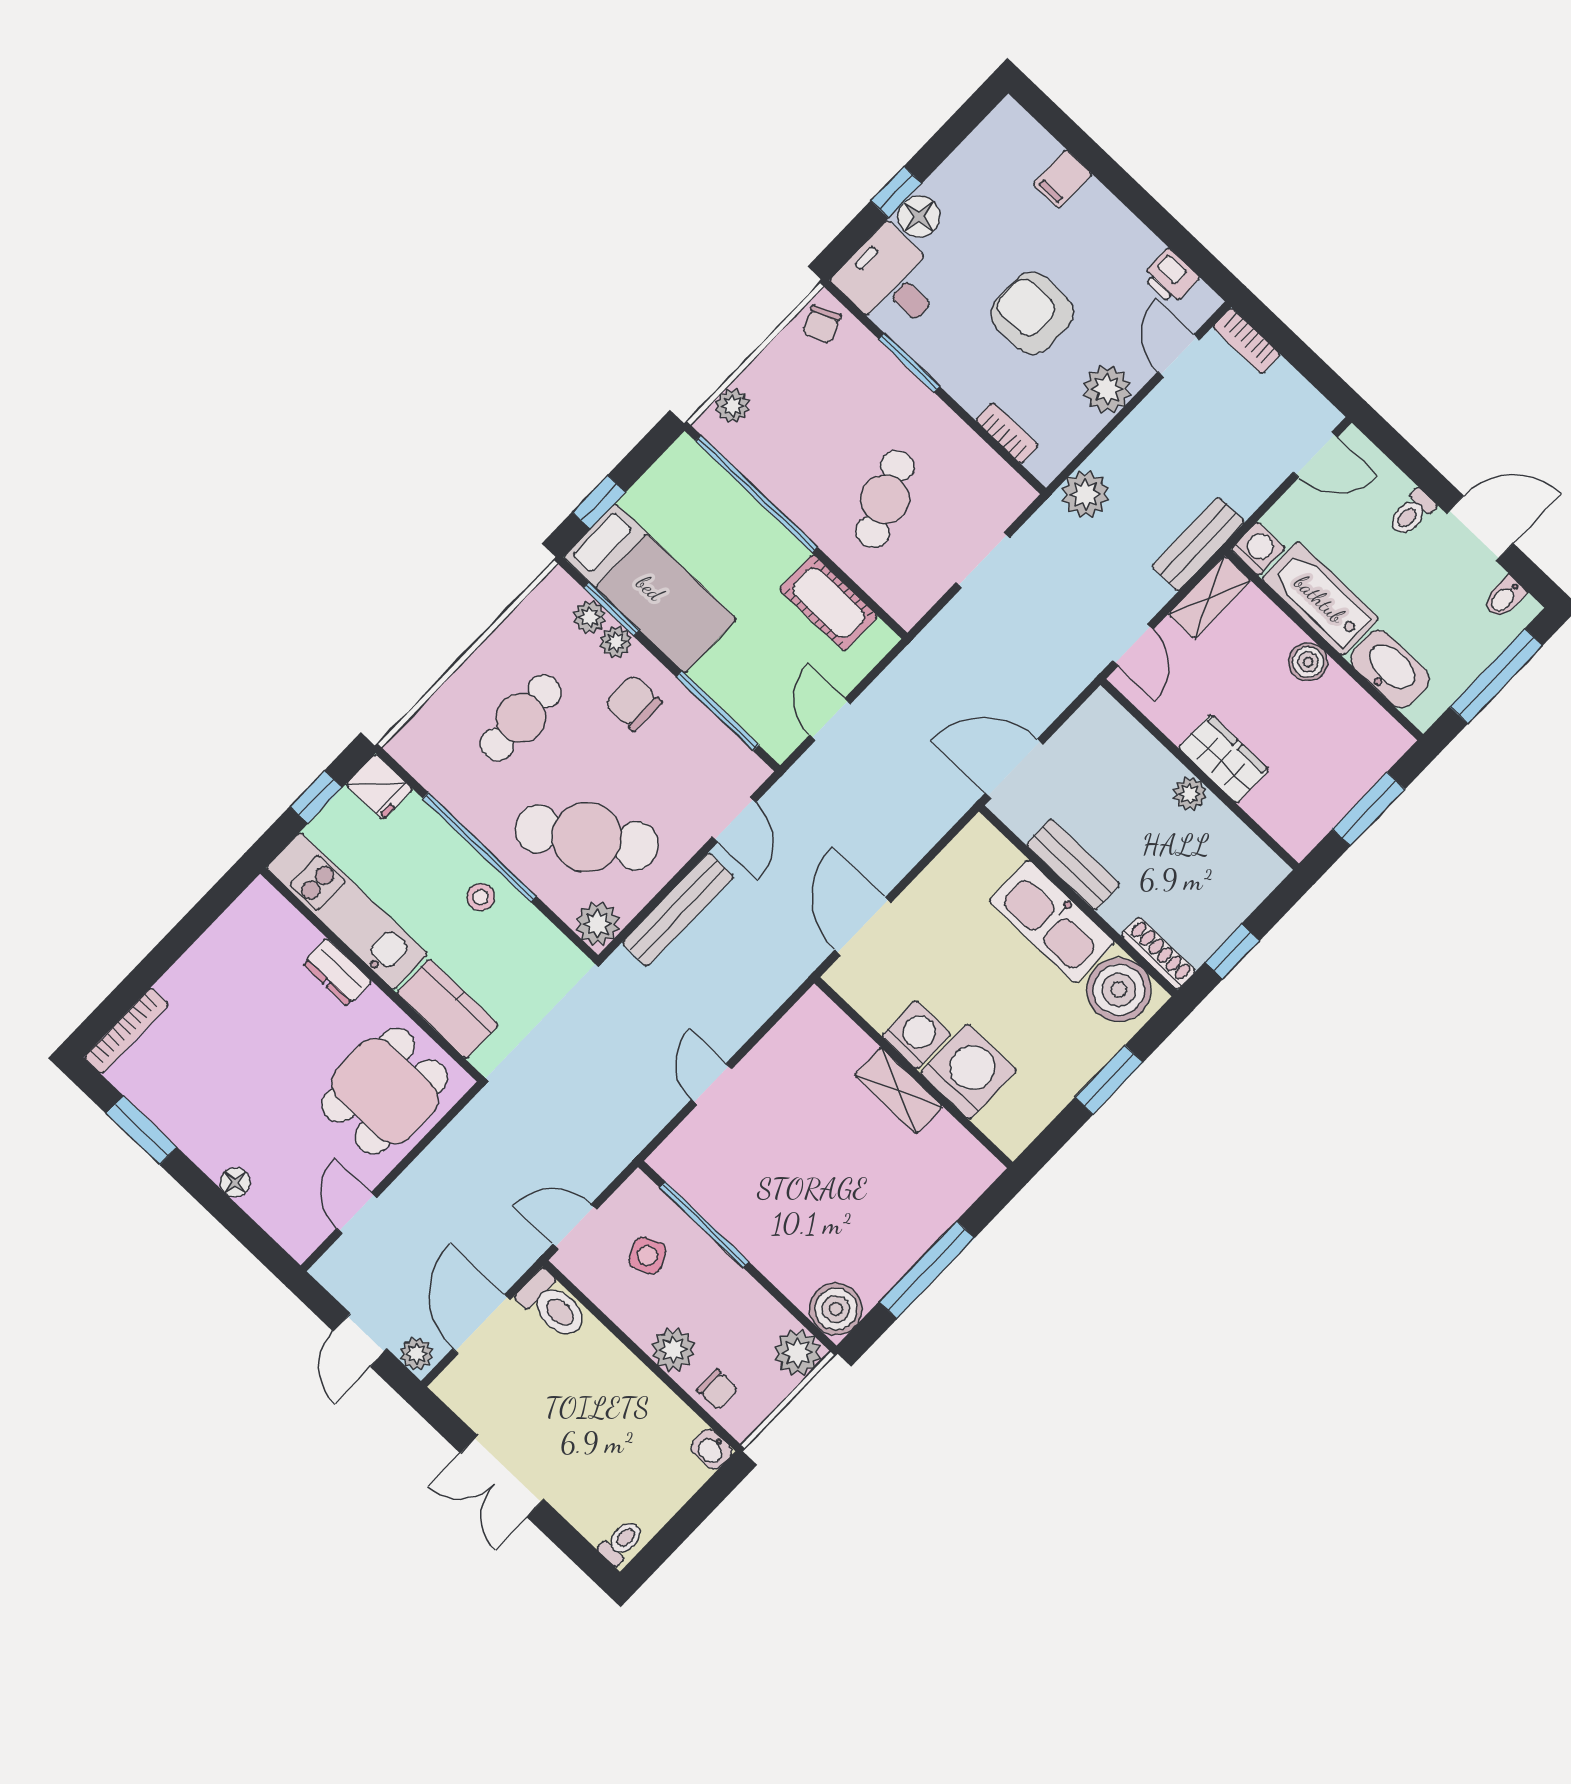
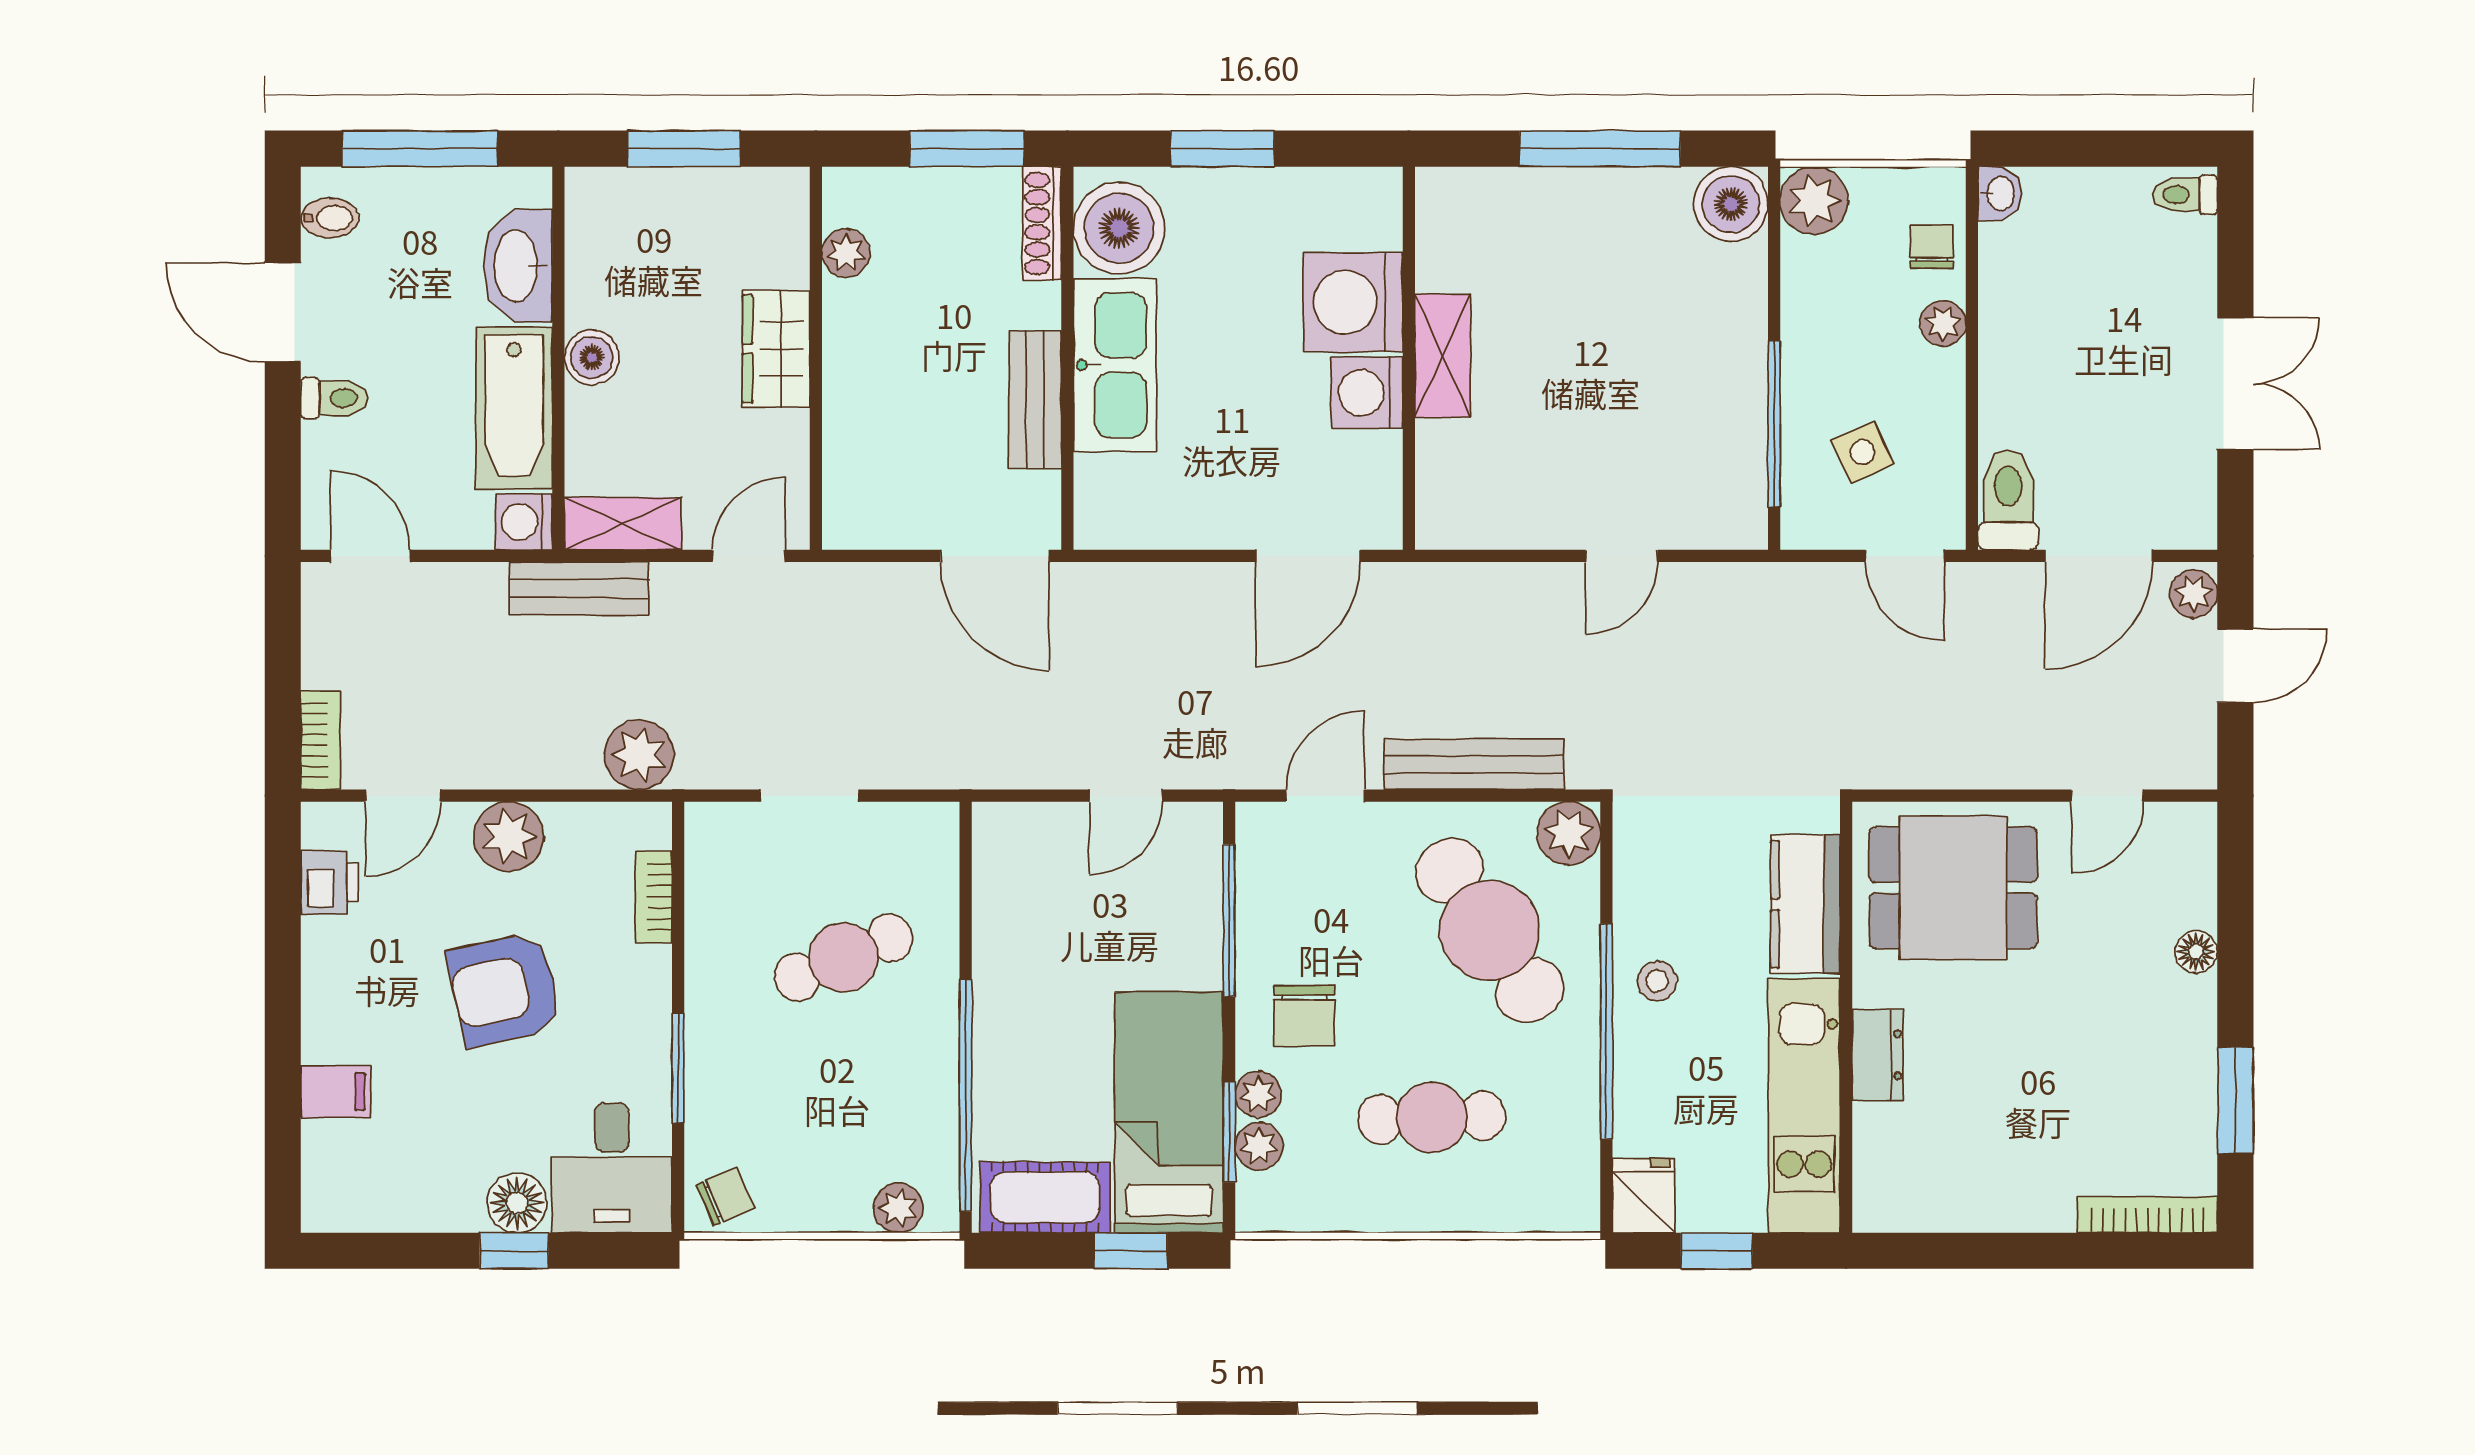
armchair: (1032, 313) -> (505, 990), turned 78
cot: (828, 603) -> (1045, 1197), moved, turned 90
plant: (1190, 794) -> (846, 253), moved
window: (1232, 951) -> (967, 149), width x1.50
plant: (673, 1350) -> (1943, 323), width x0.73, depth x0.73

